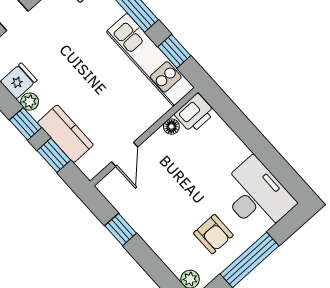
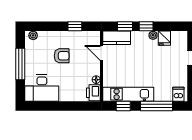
kitchen counter: (65, 134) -> (117, 38), moved
armchair: (213, 234) -> (62, 56), moved, turned 180

